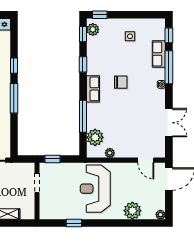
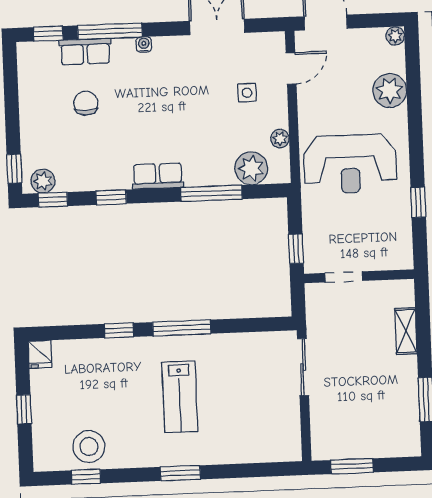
side table: (130, 36) -> (247, 93), moved
chair: (121, 82) -> (86, 103), moved

